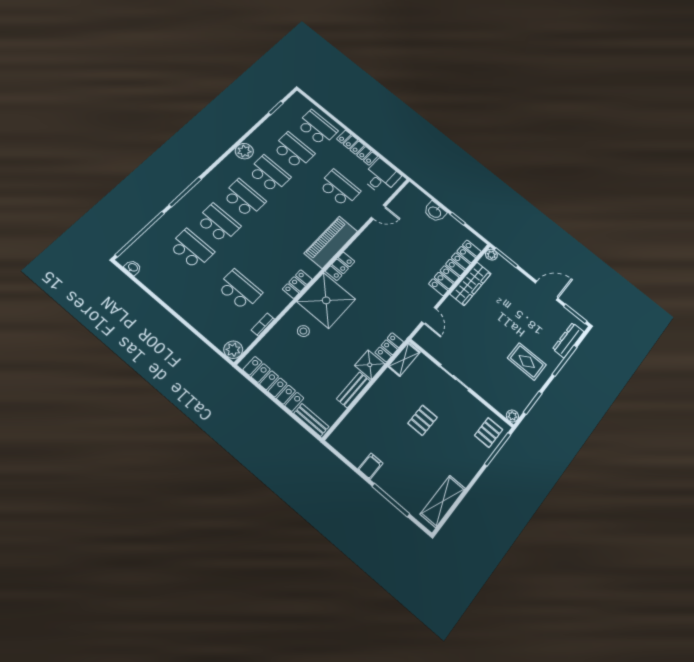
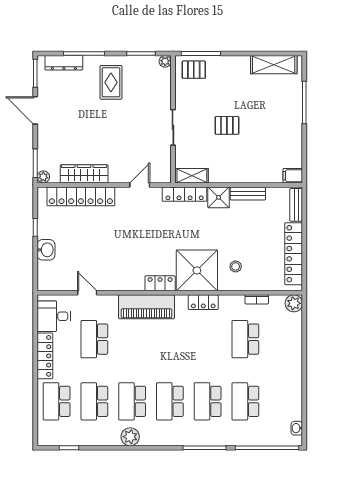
locker: (389, 347) -> (185, 194), width x1.53
filing cabinet: (371, 466) -> (293, 176), moved

